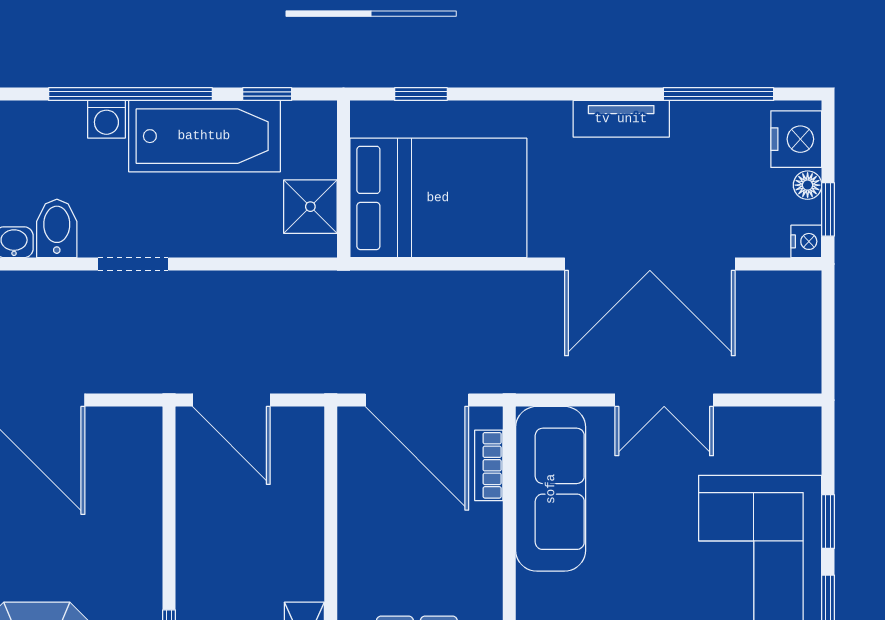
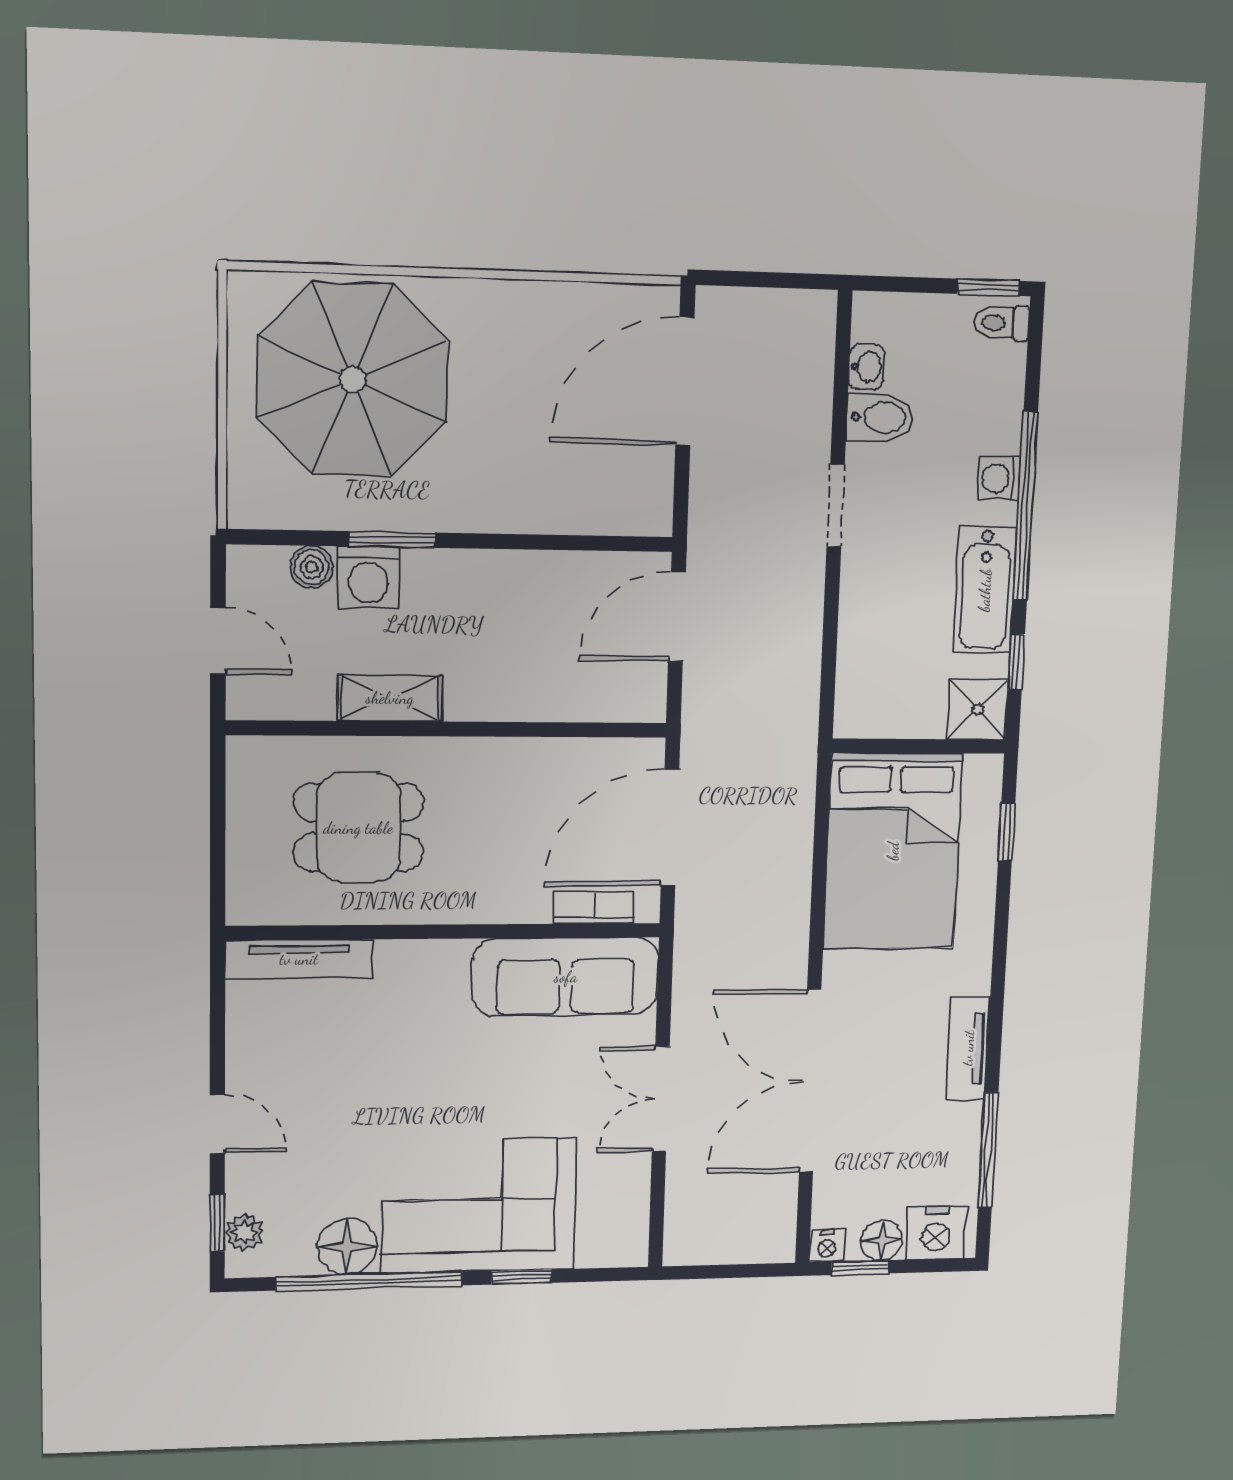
bathtub: (204, 136) -> (985, 590), width x0.73, depth x0.73
floor lamp: (808, 185) -> (882, 1240), width x1.37, depth x1.37
shower: (310, 207) -> (978, 710), moved

